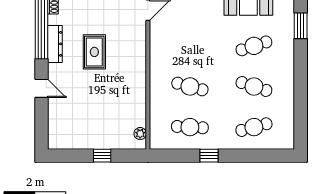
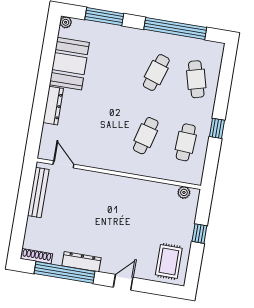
window: (301, 26) -> (104, 17), width x1.44
cafe table: (254, 46) -> (116, 66), removed
rug: (94, 52) -> (169, 262), moved, turned 90
window: (301, 98) -> (175, 28), added

